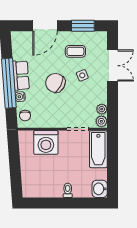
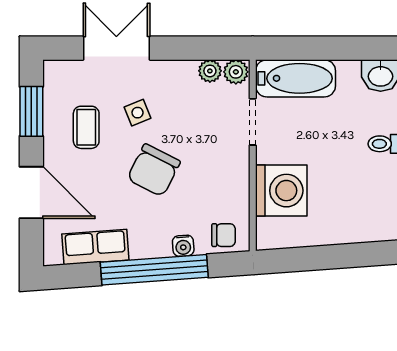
row of seats: (21, 76) -> (95, 247), moved

